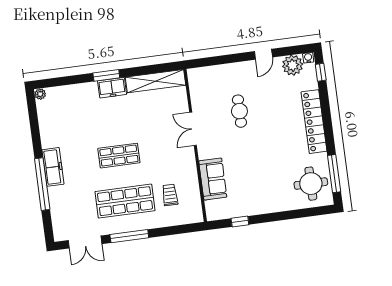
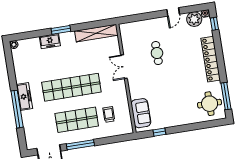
freezer: (112, 88) -> (50, 41), moved
shop shelf: (119, 156) -> (71, 87), width x2.00, depth x1.36
sofa: (213, 179) -> (141, 113), moved

